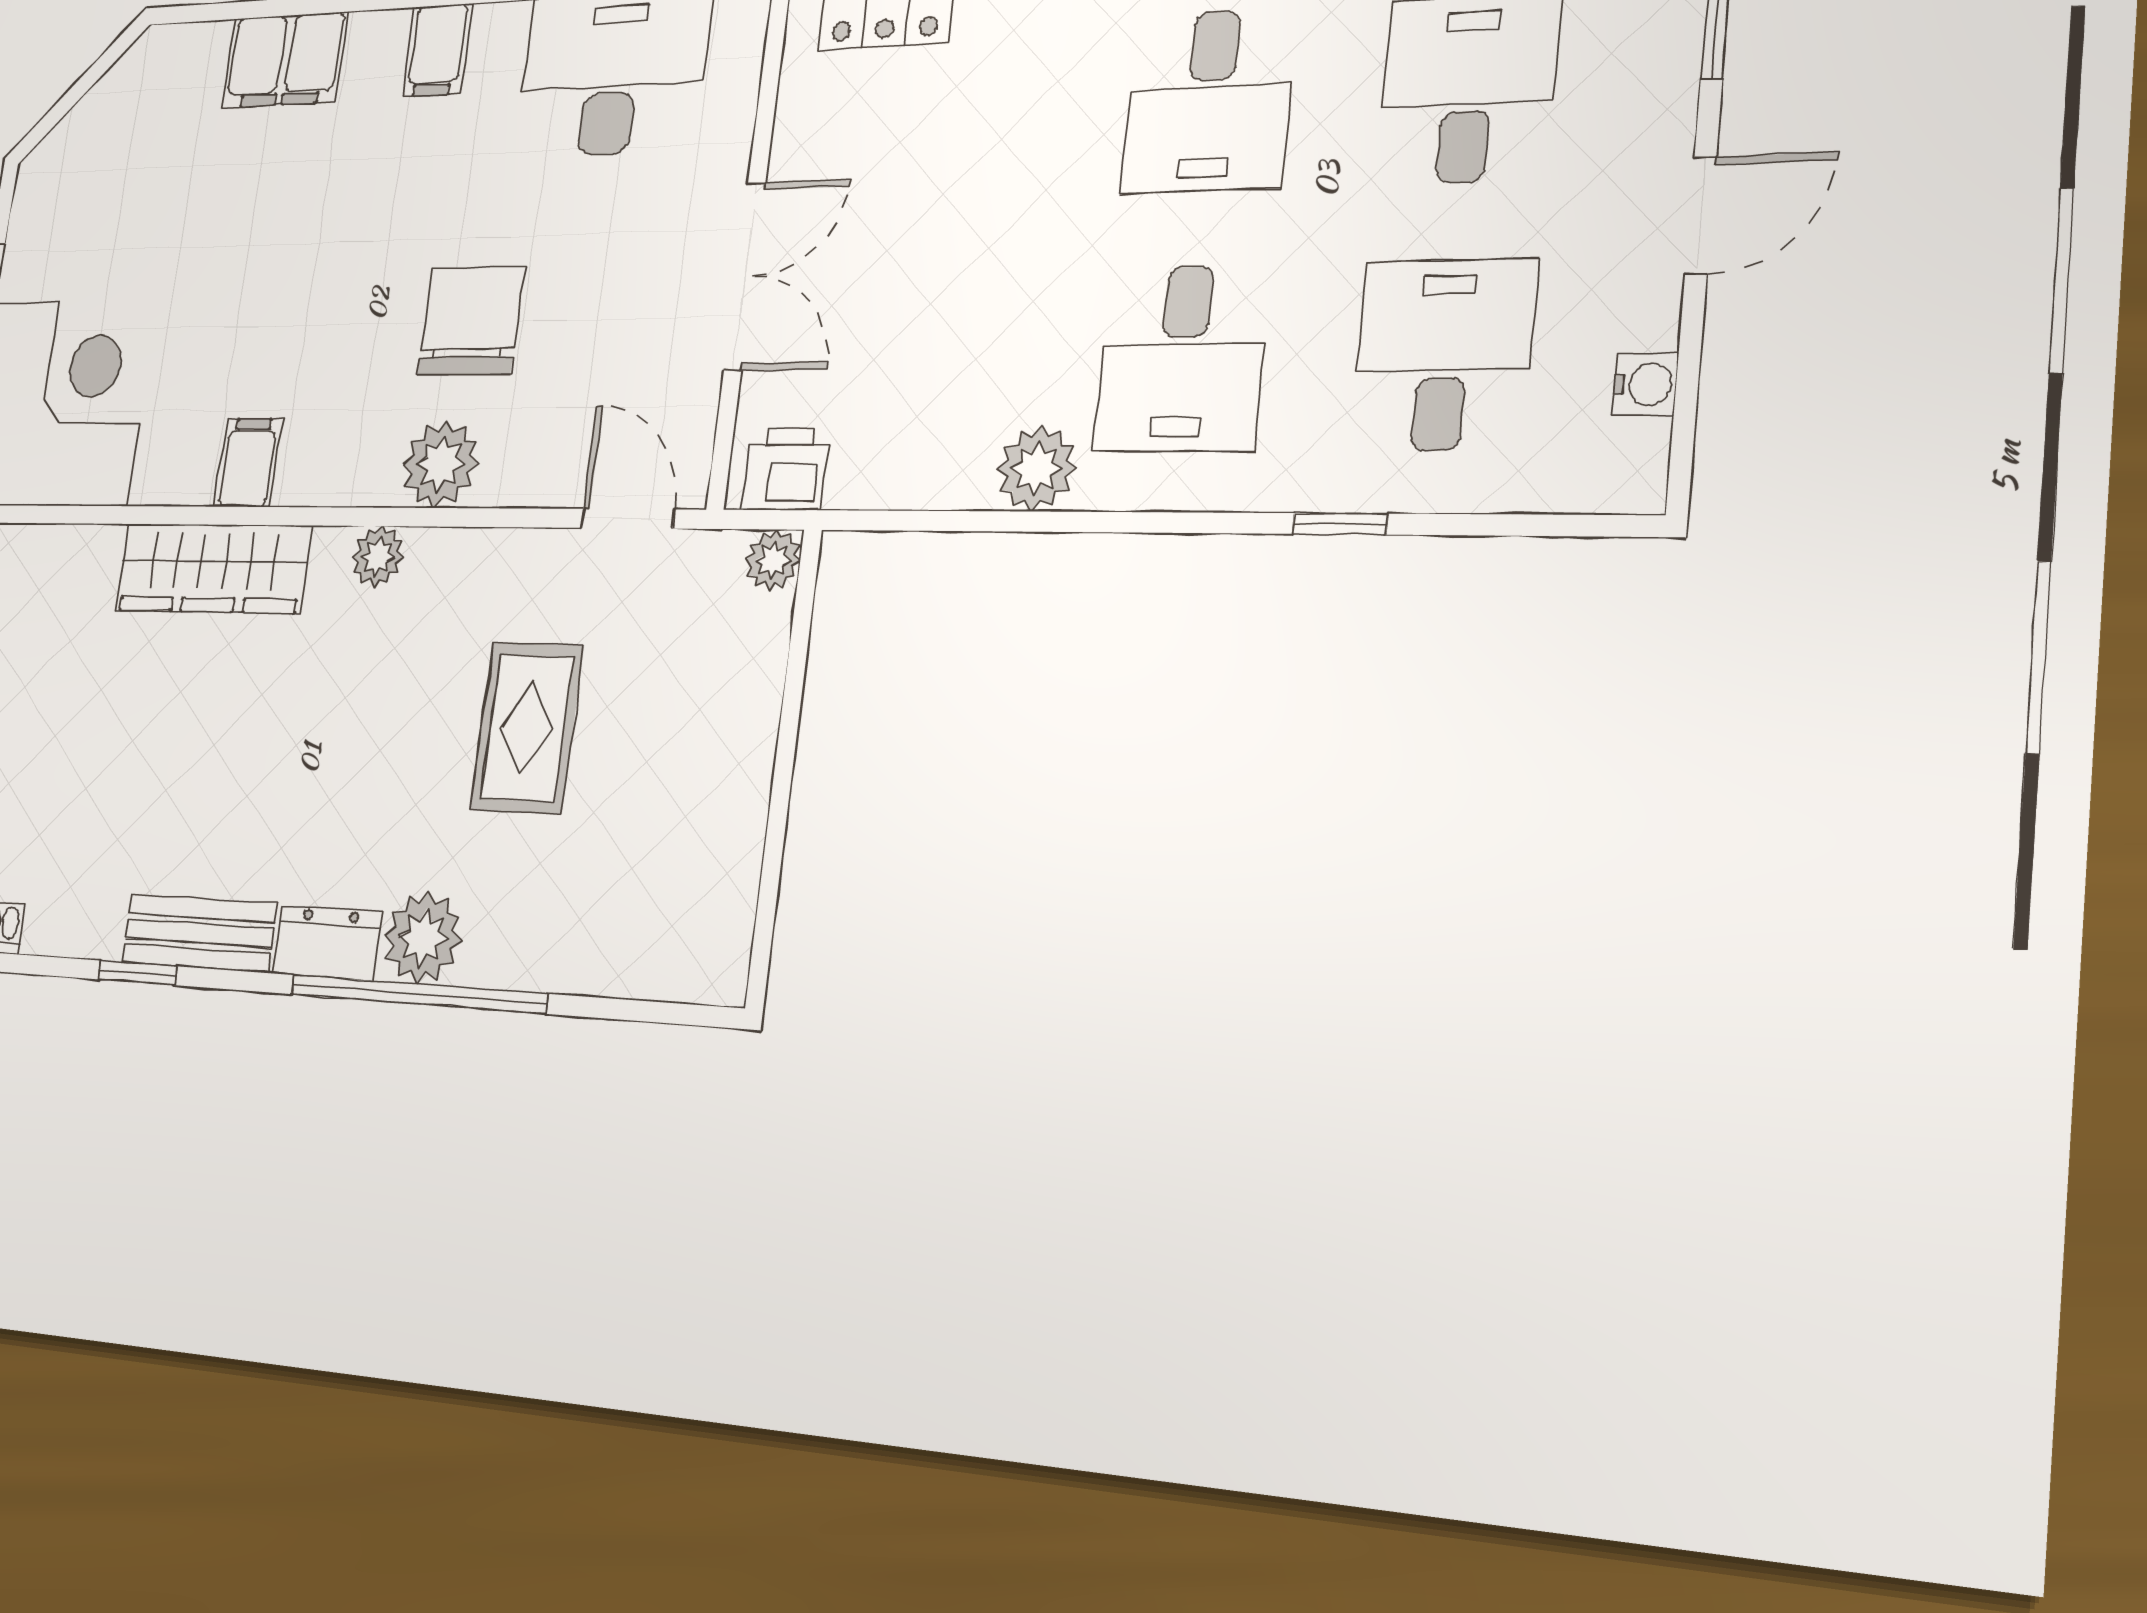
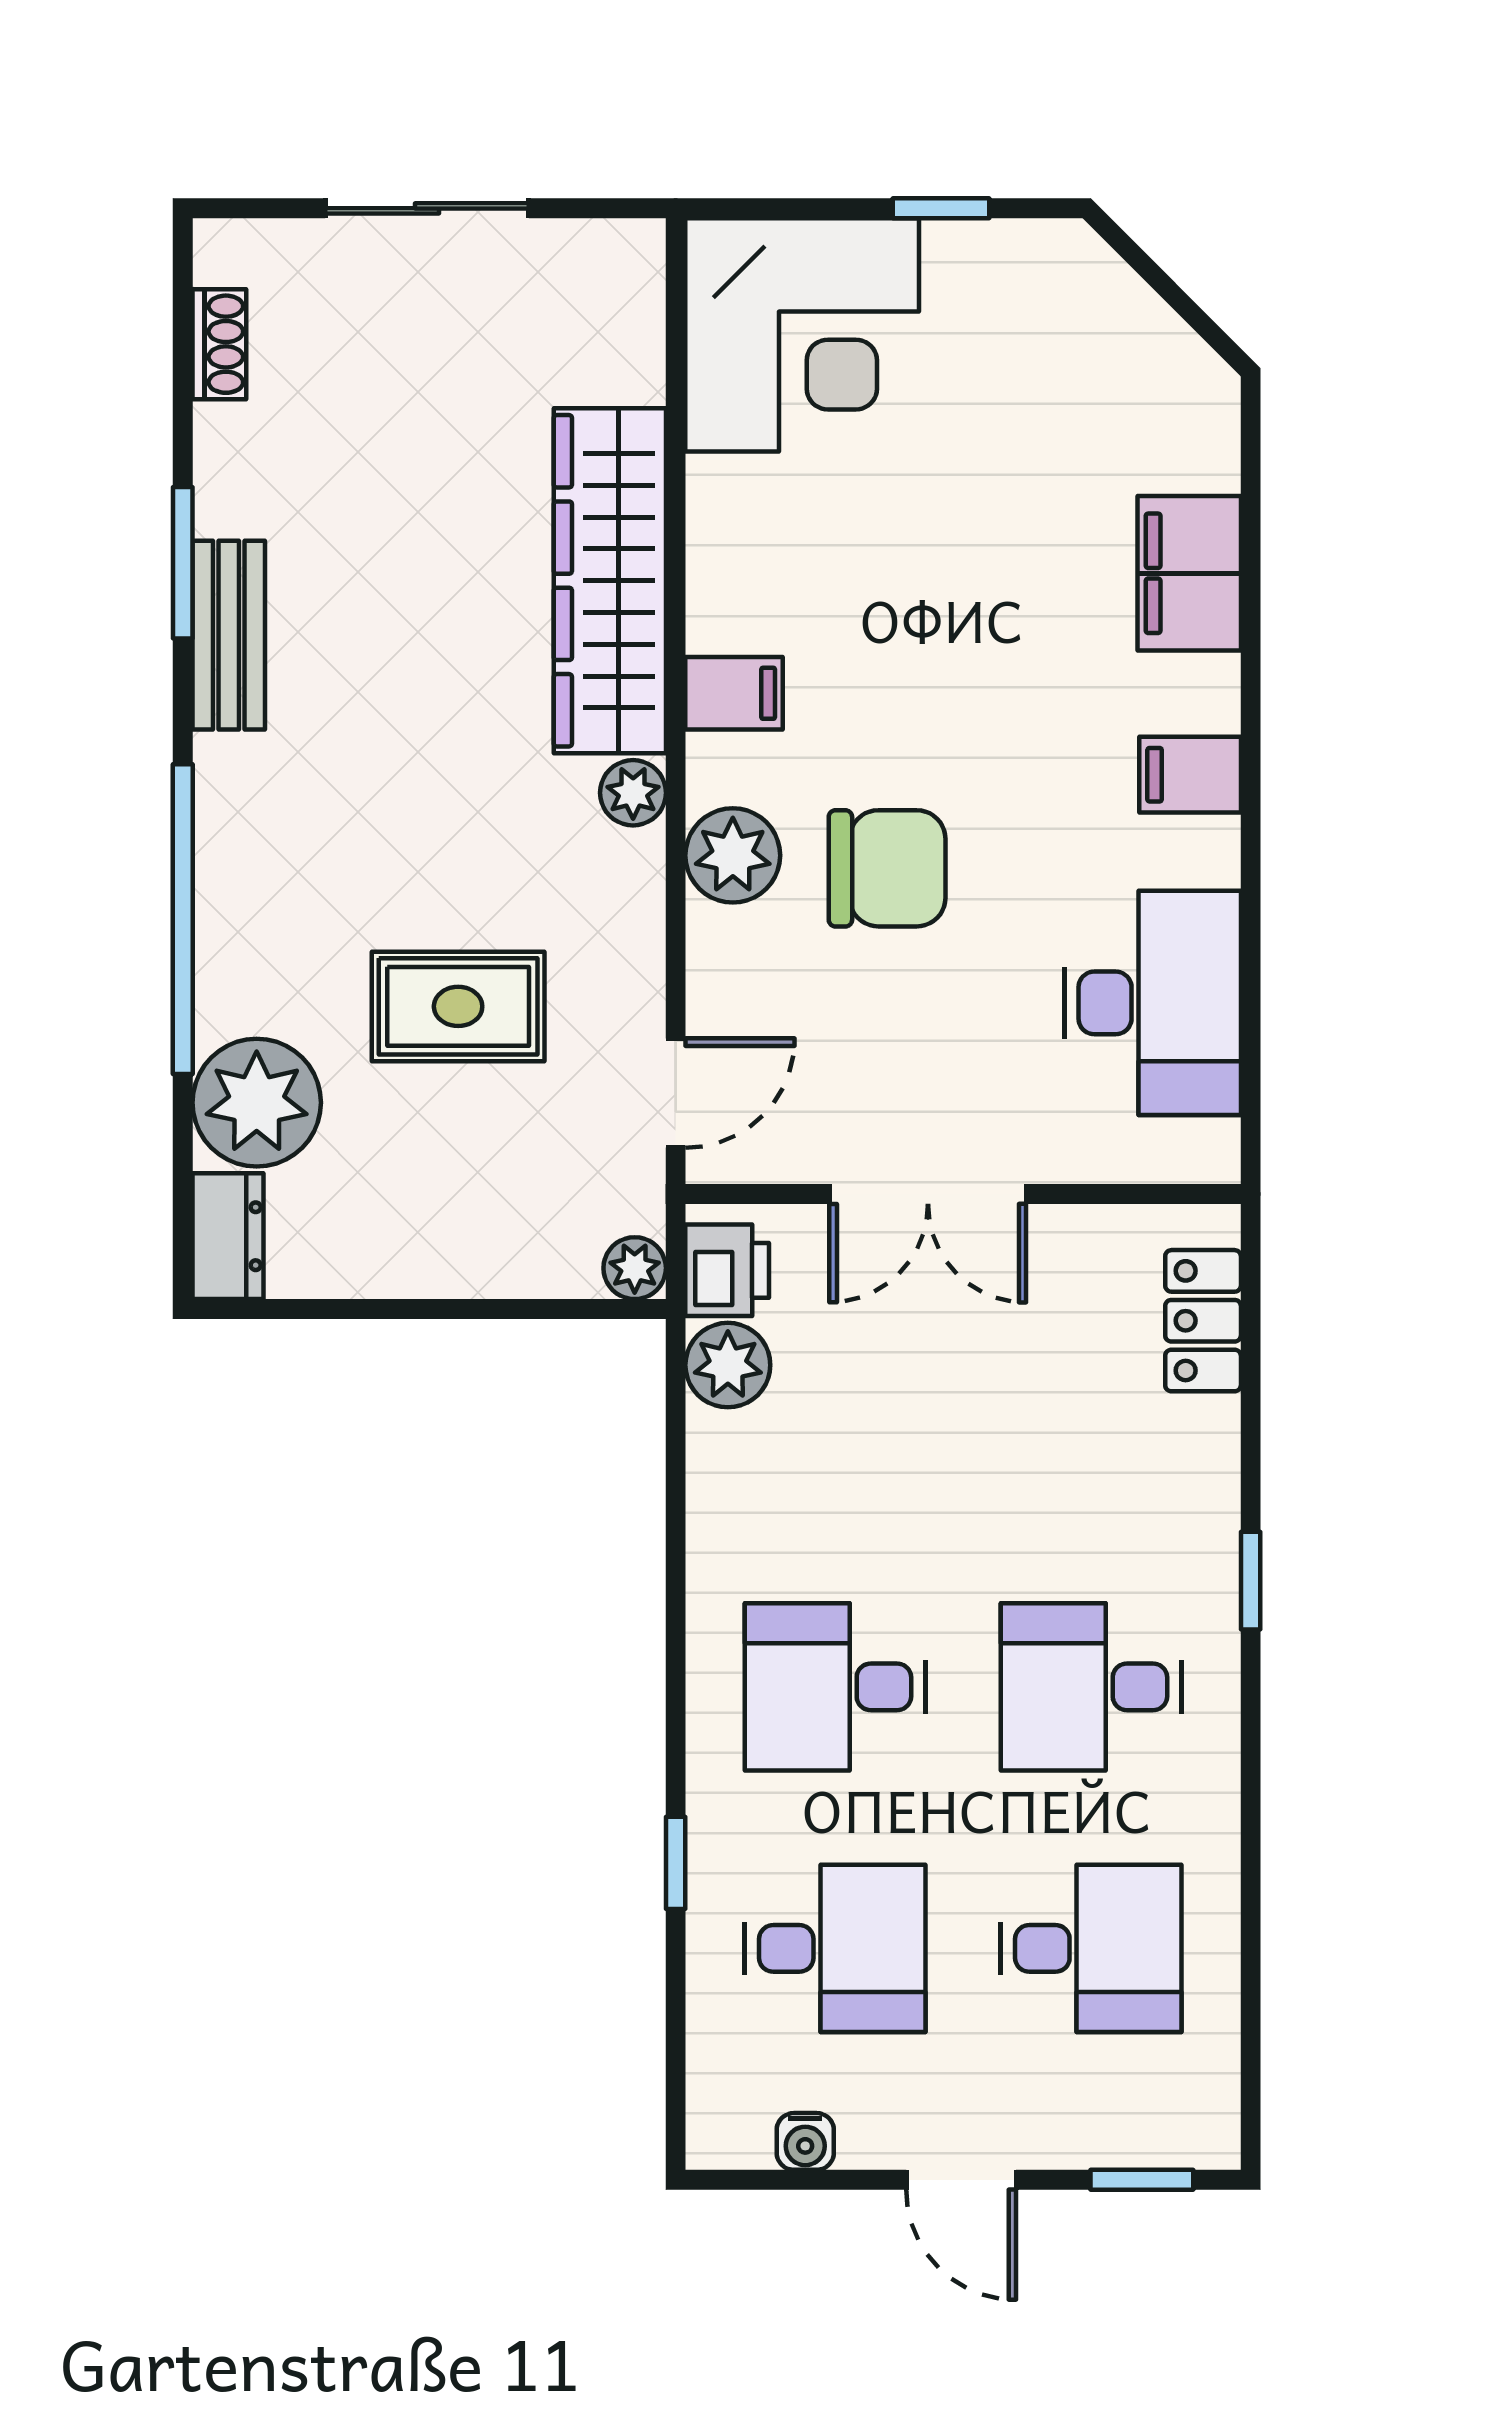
filing cabinet: (248, 463) -> (734, 693), moved
plant: (1037, 469) -> (728, 1365), moved
wardrobe: (213, 568) -> (610, 581), width x1.40, depth x1.17
plant: (423, 938) -> (257, 1103), moved, width x1.36, depth x1.36
dresser: (327, 943) -> (228, 1236), moved
window: (137, 973) -> (183, 563), width x1.50

